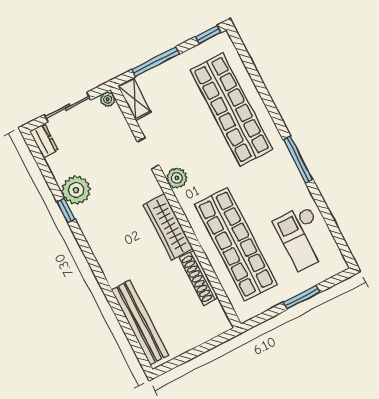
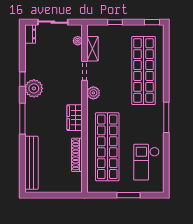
window: (156, 62) -> (115, 22), width x0.46
plant: (108, 99) -> (78, 41), moved
shelving: (135, 99) -> (93, 49), moved
plant: (76, 190) -> (34, 88), moved
wardrobe: (168, 227) -> (75, 118), width x0.67
window: (95, 267) -> (22, 119), added

